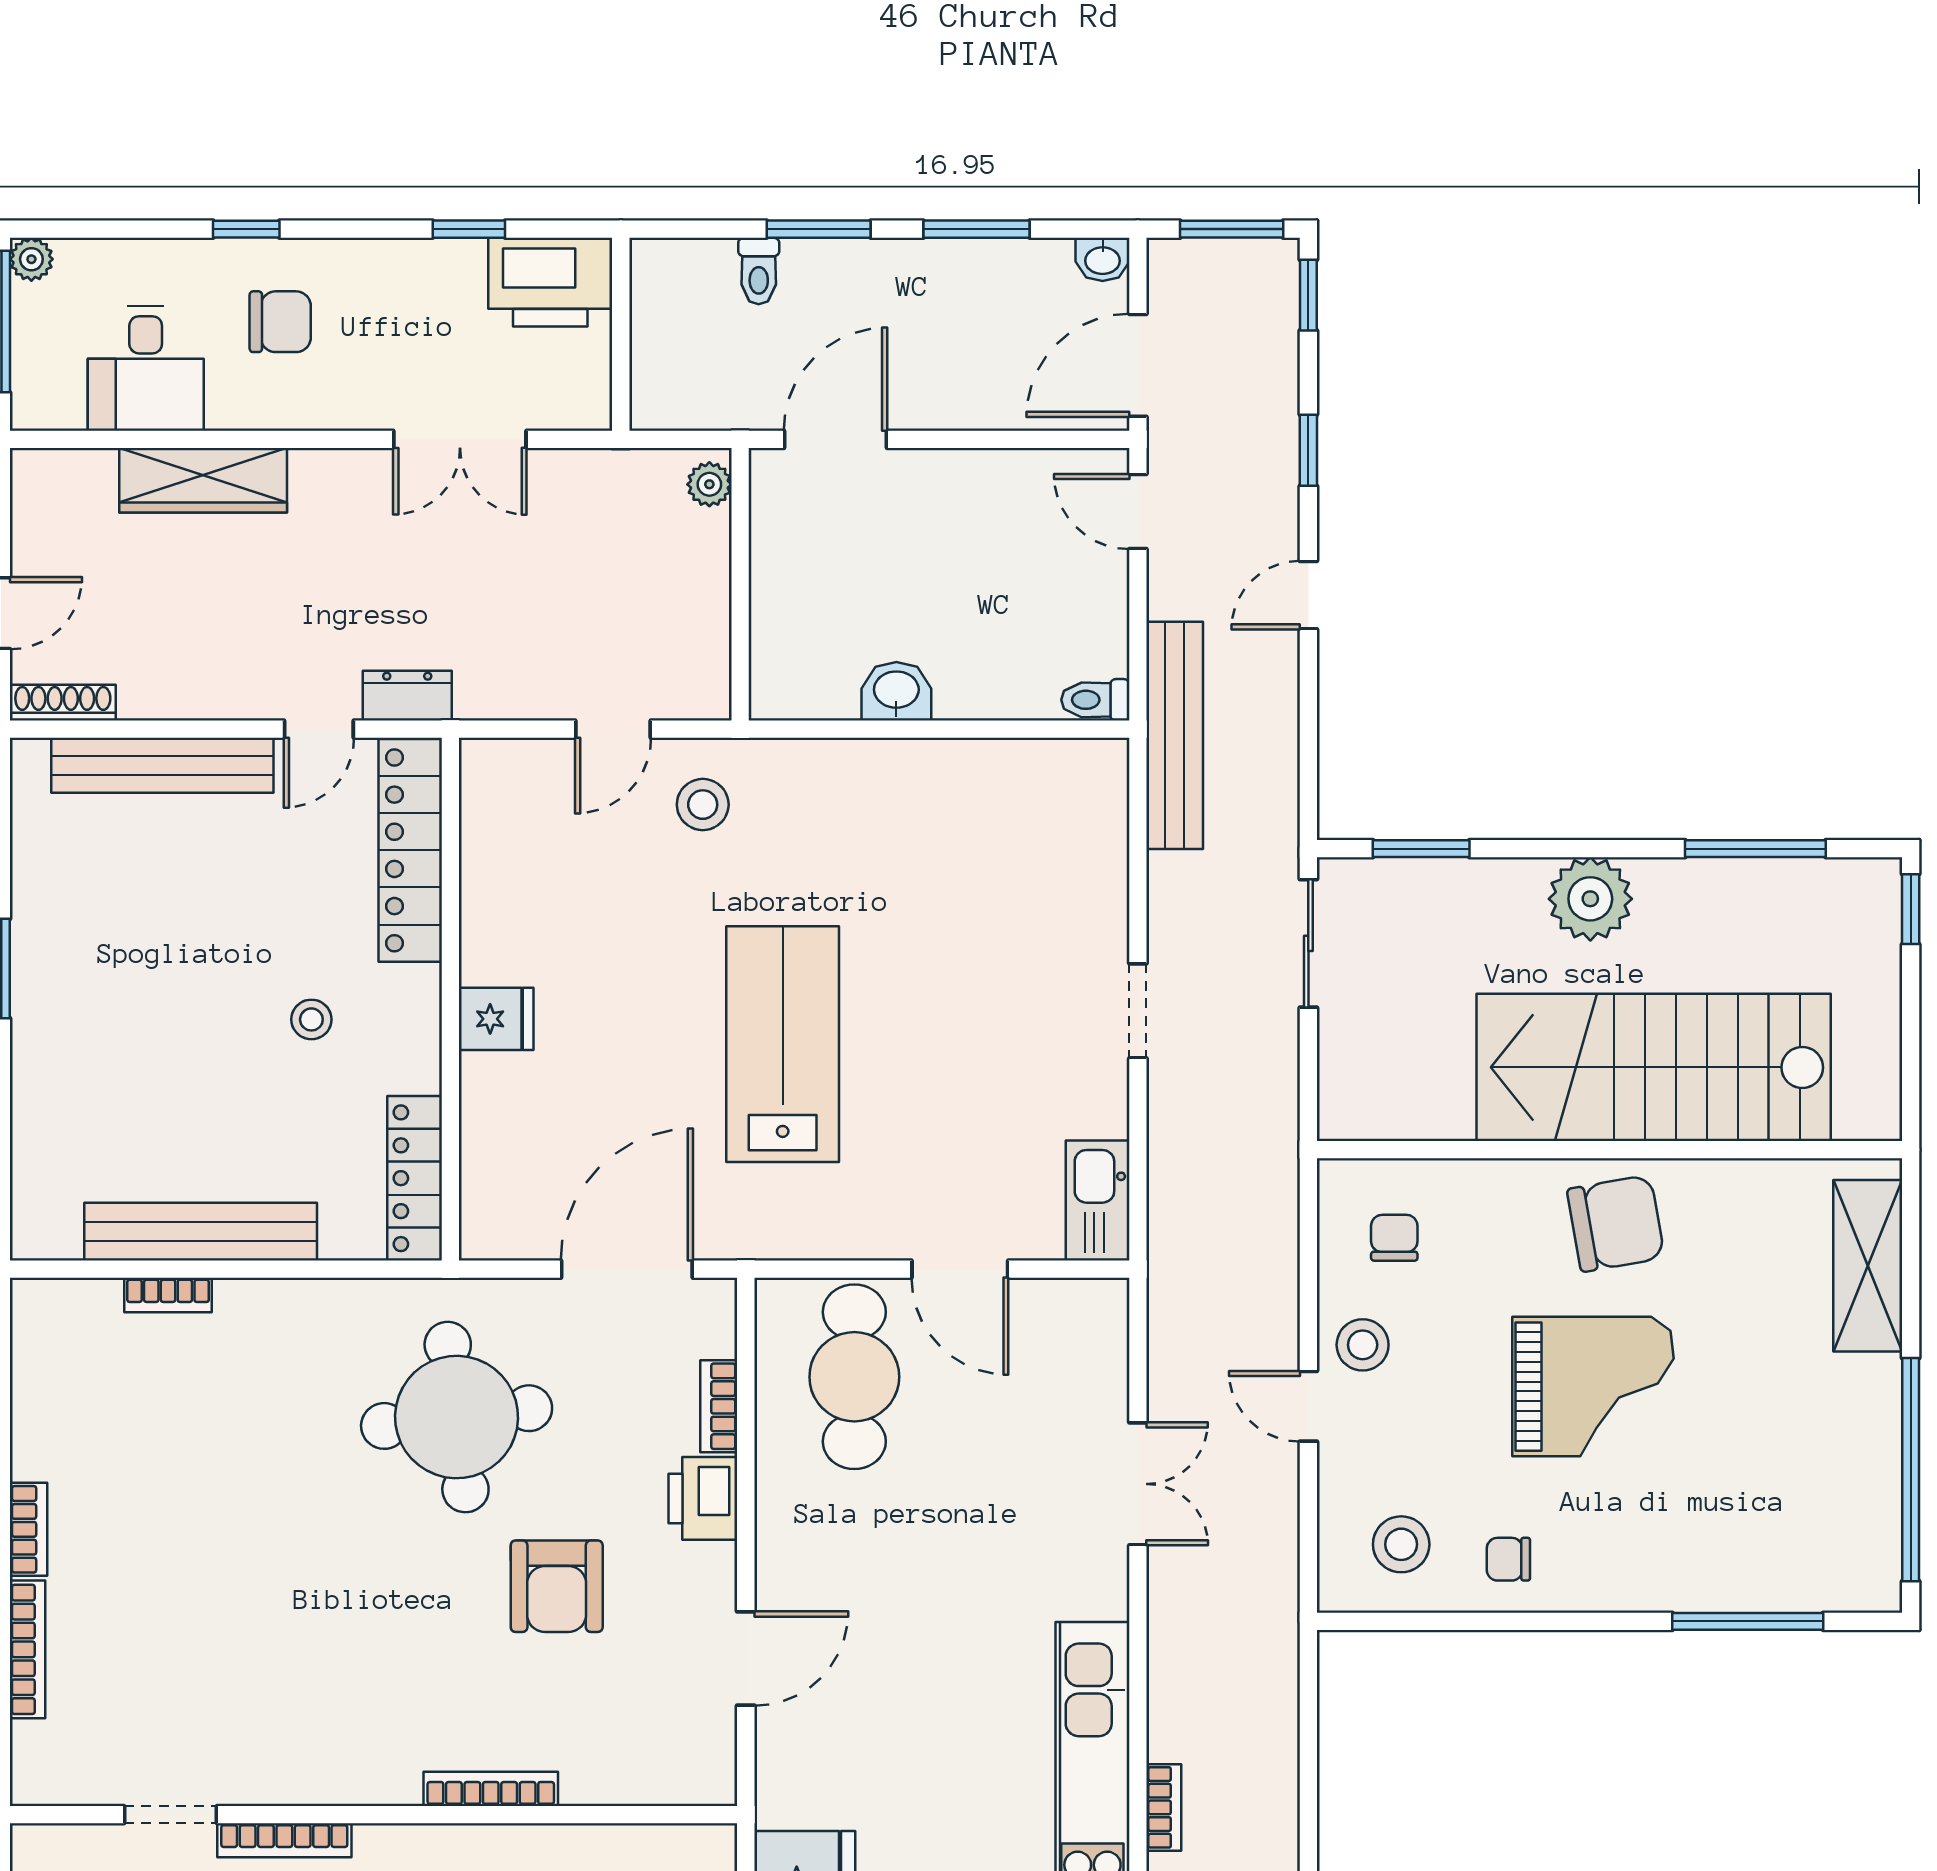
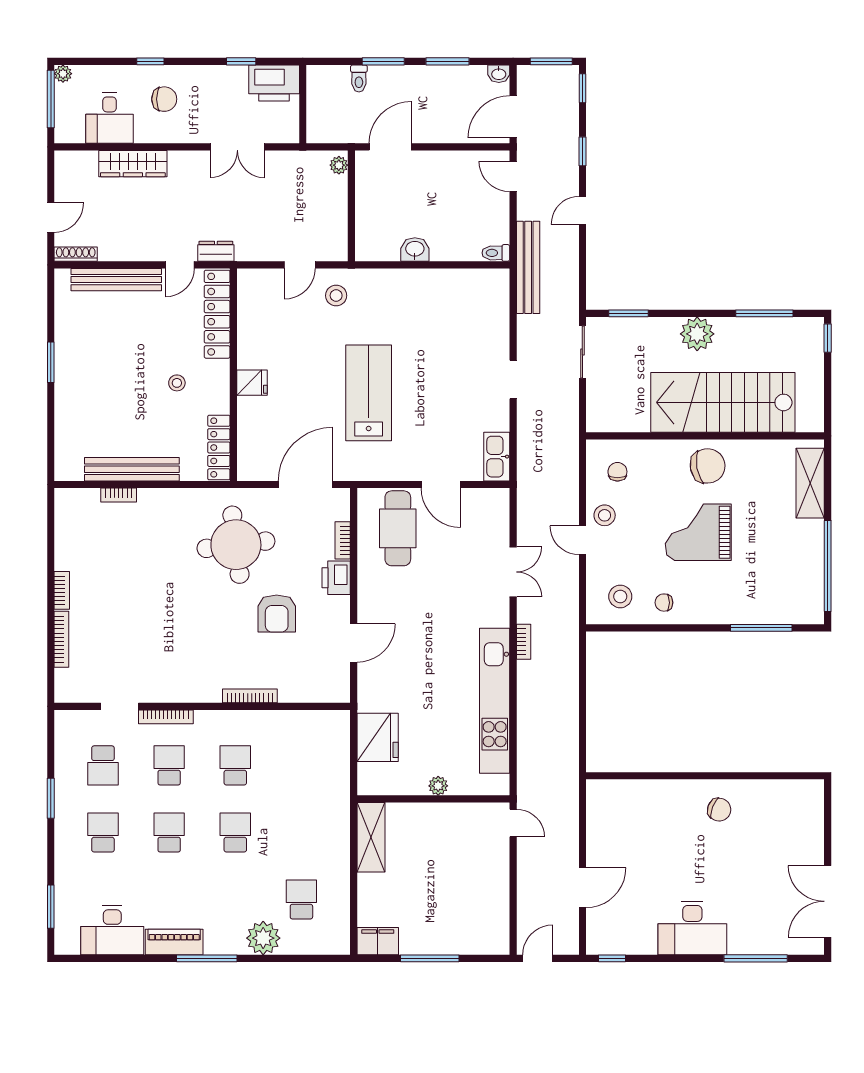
grand piano: (1593, 1387) -> (698, 532), turned 180
bookcase: (1164, 1807) -> (524, 642), moved

